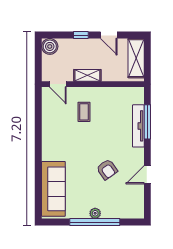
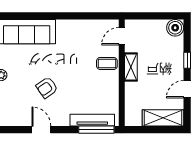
shelving: (87, 75) -> (131, 67), moved
door: (58, 84) -> (122, 36), moved
wall: (93, 84) -> (122, 73), moved

